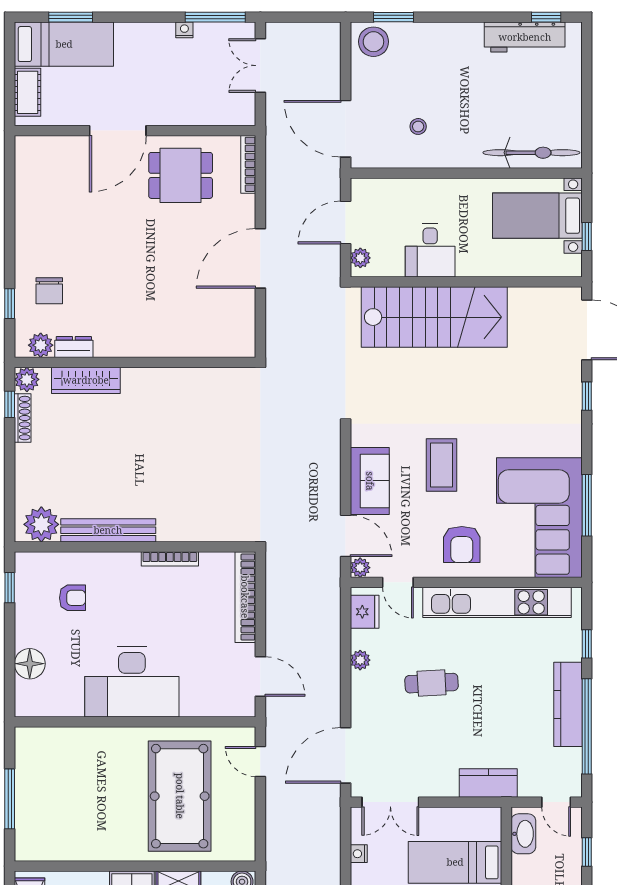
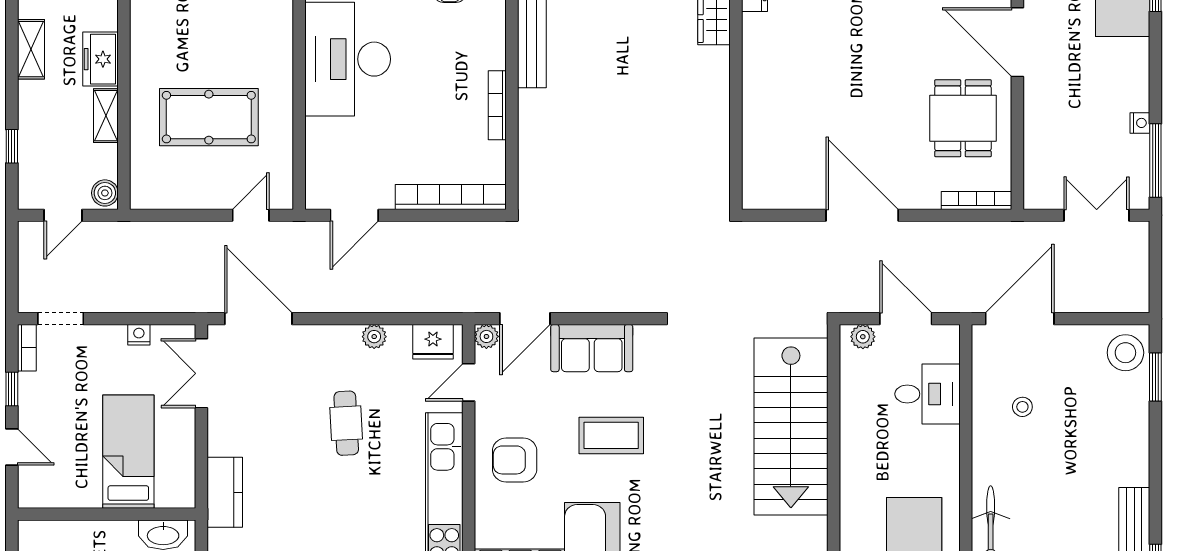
desk: (430, 250) -> (927, 394), moved, turned 180
pool table: (180, 796) -> (209, 117), width x0.73, depth x0.76

